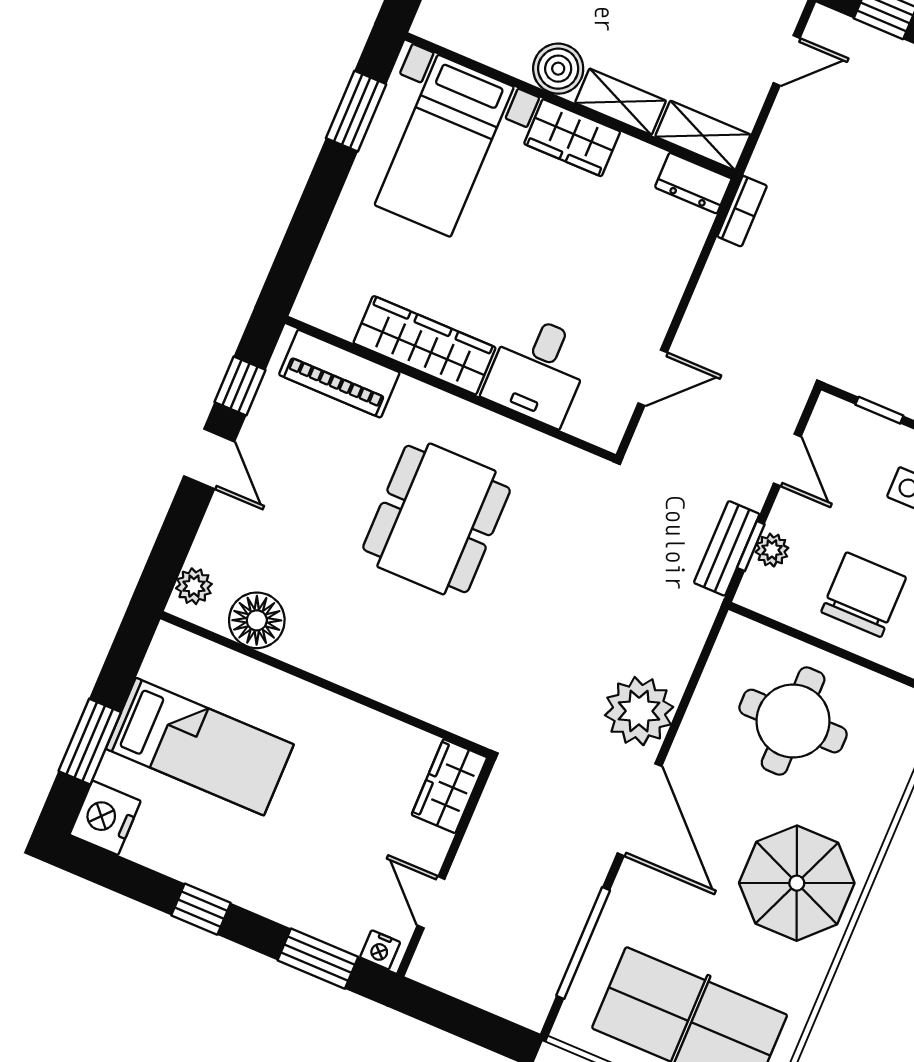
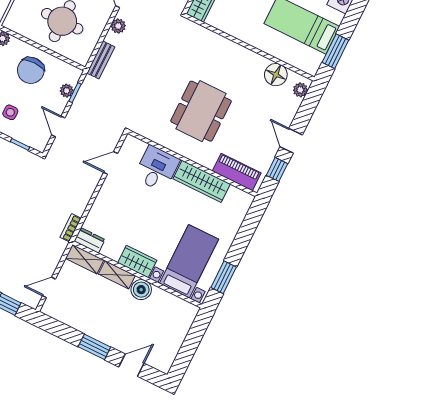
bench: (727, 548) -> (101, 60), moved
plant: (639, 711) -> (118, 26), width x0.53, depth x0.53
window: (90, 742) -> (335, 51), moved

